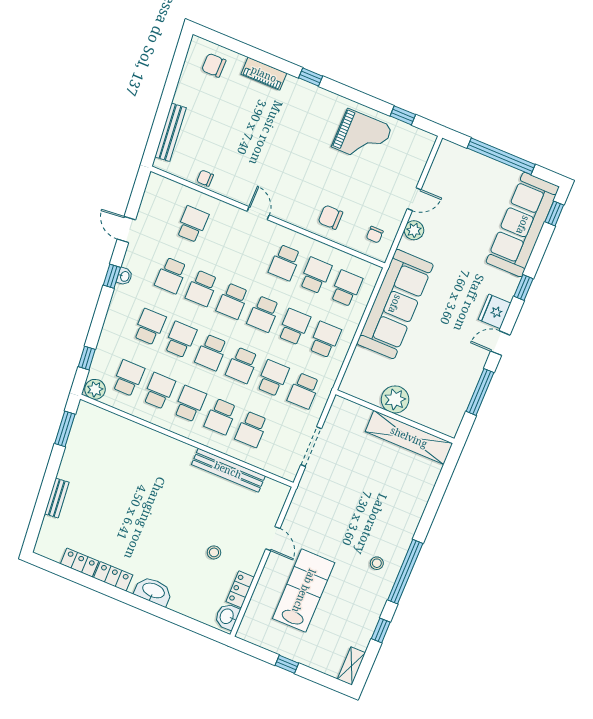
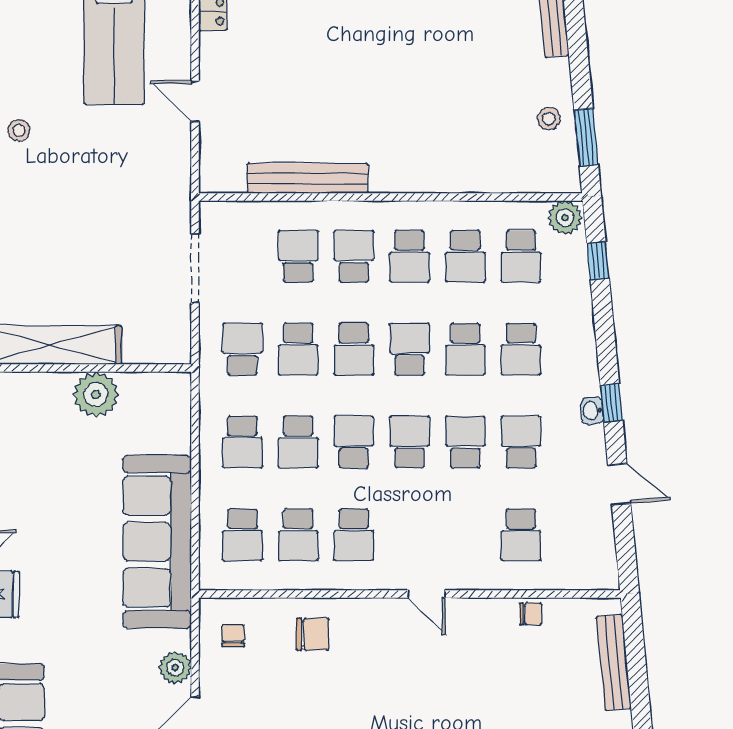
school desk: (285, 263) -> (354, 535), turned 180
school desk: (242, 365) -> (354, 349), turned 180
stool: (214, 552) -> (549, 119), moved

